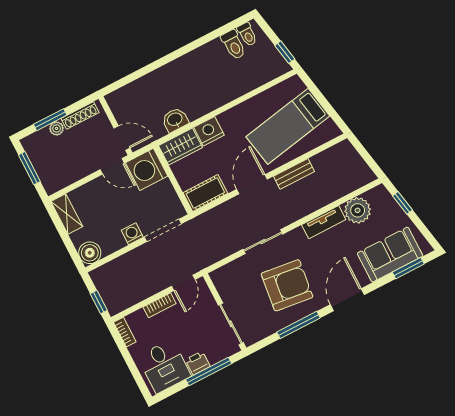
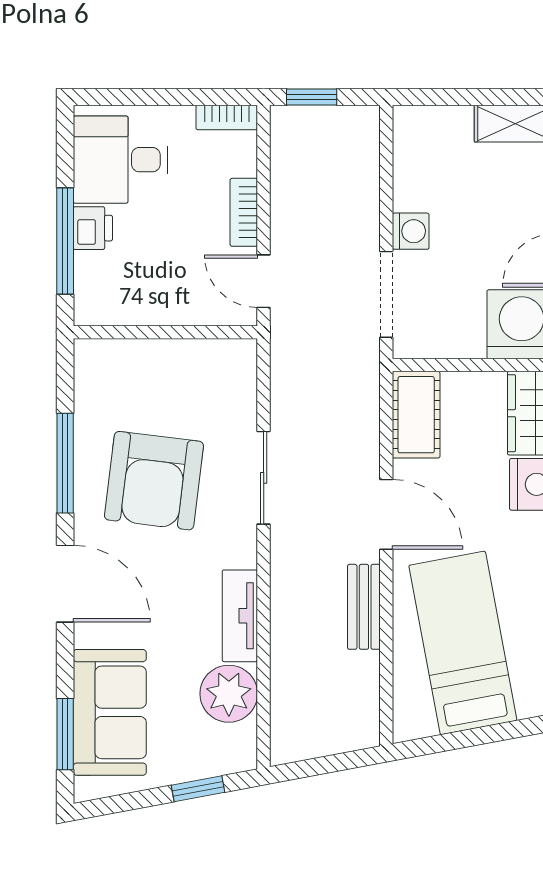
boiler: (90, 253) -> (416, 129), removed
sliding door: (231, 324) -> (135, 332), removed

